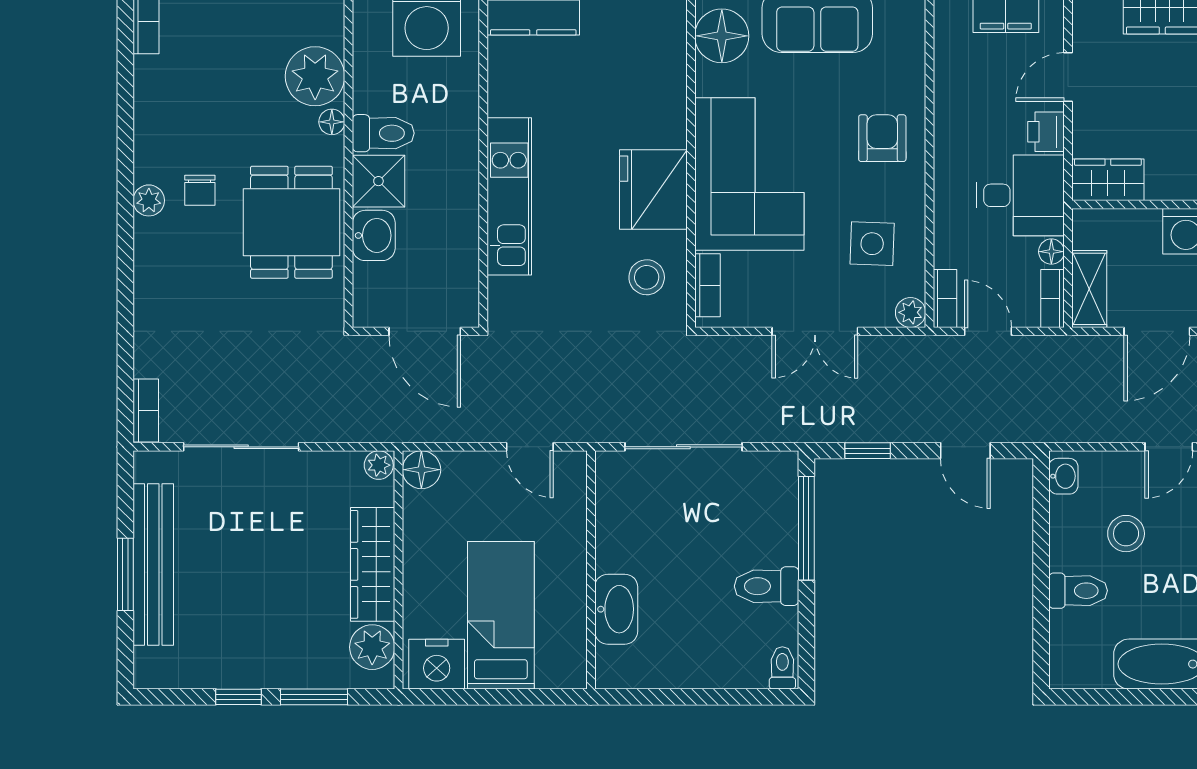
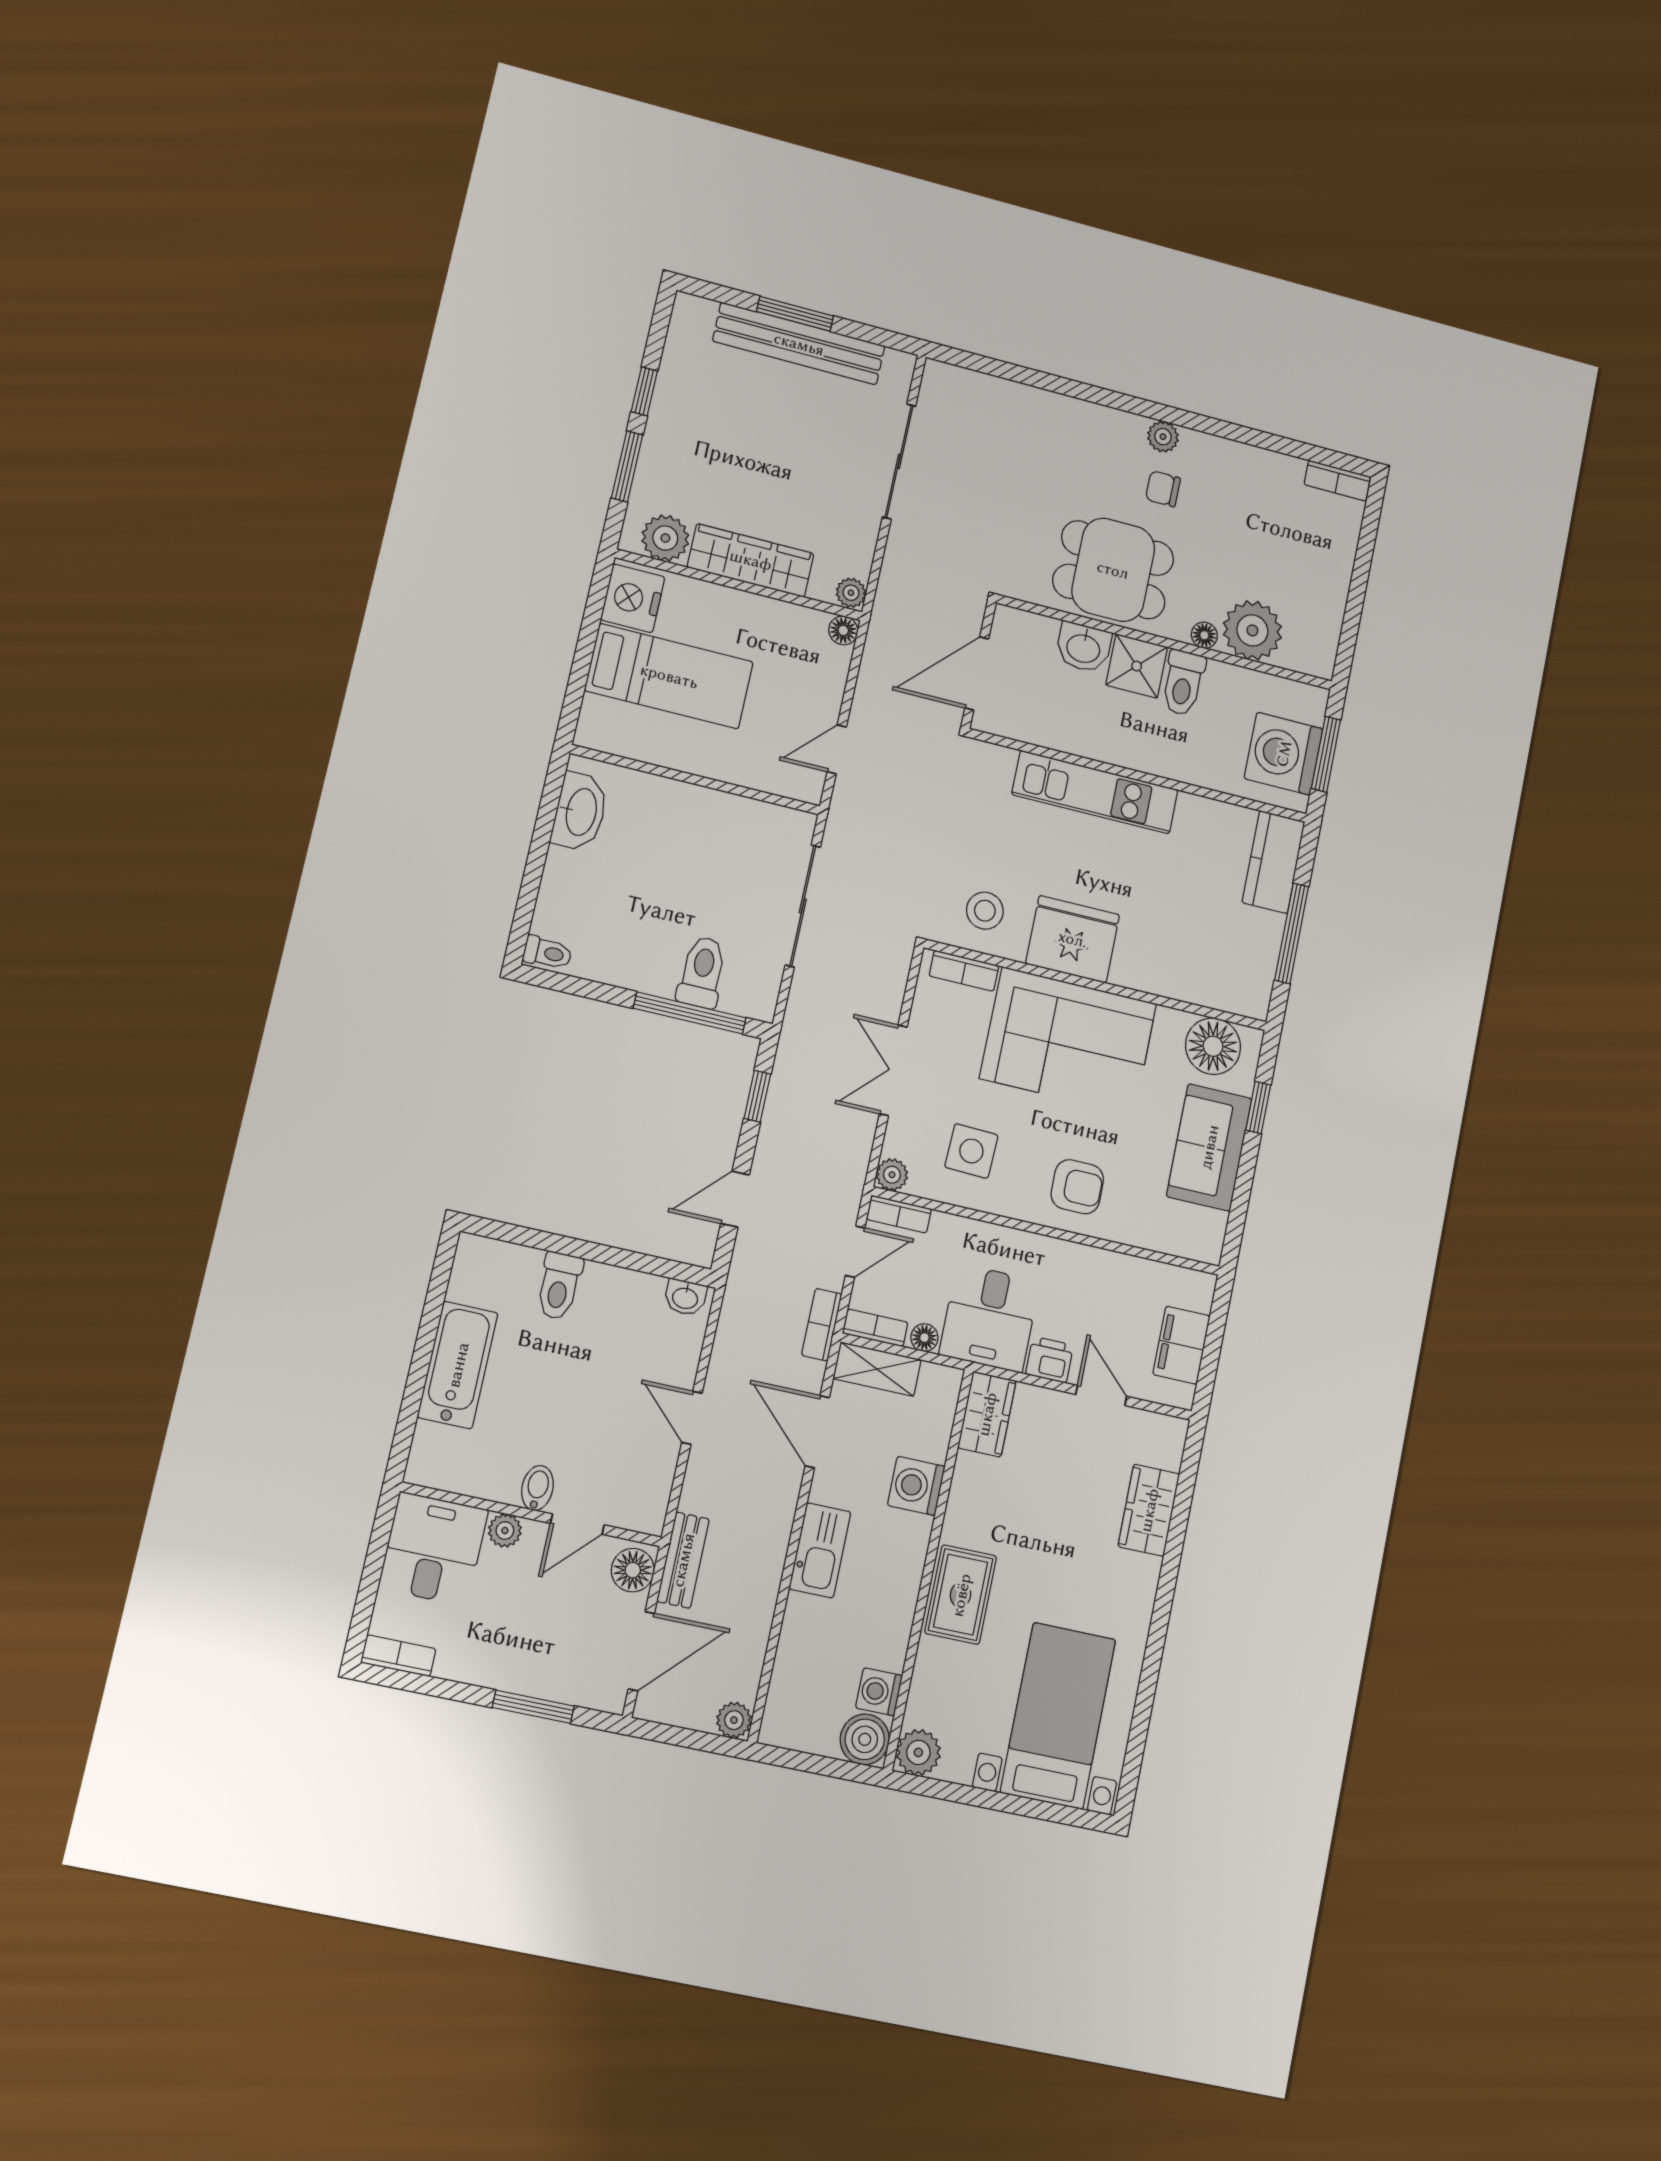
bookcase: (146, 411) -> (822, 1325), moved, turned 90
floor lamp: (421, 470) -> (843, 630), width x0.73, depth x0.73
stool: (1126, 534) -> (609, 1351), removed
toilet: (766, 586) -> (702, 972), moved
washbasin: (616, 609) -> (580, 812), moved, turned -90

